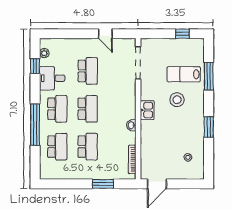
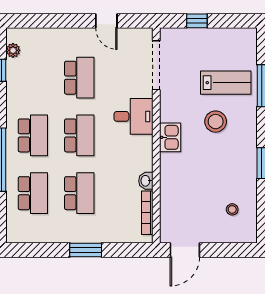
window: (182, 34) -> (197, 21), moved
lab bench: (184, 74) -> (226, 83), turned 180
desk: (52, 78) -> (133, 116), moved, turned 180
washbasin: (131, 125) -> (146, 181), moved
window: (103, 184) -> (86, 250), moved

